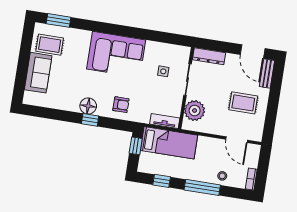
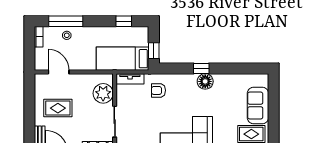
side table: (163, 71) -> (139, 126), removed
armchair: (121, 105) -> (158, 90), moved
window: (202, 187) -> (66, 21), moved

